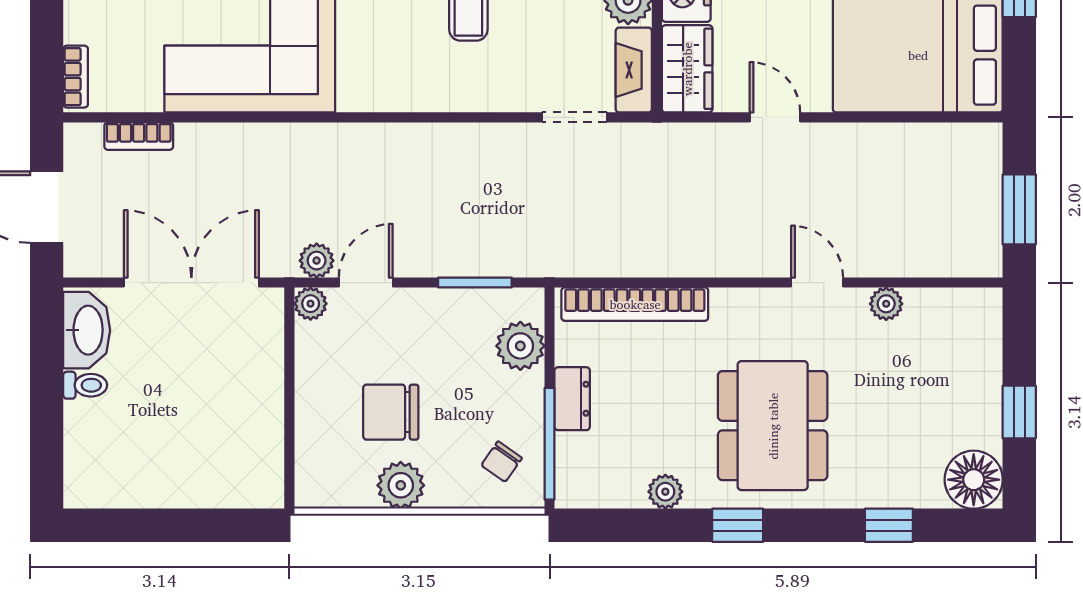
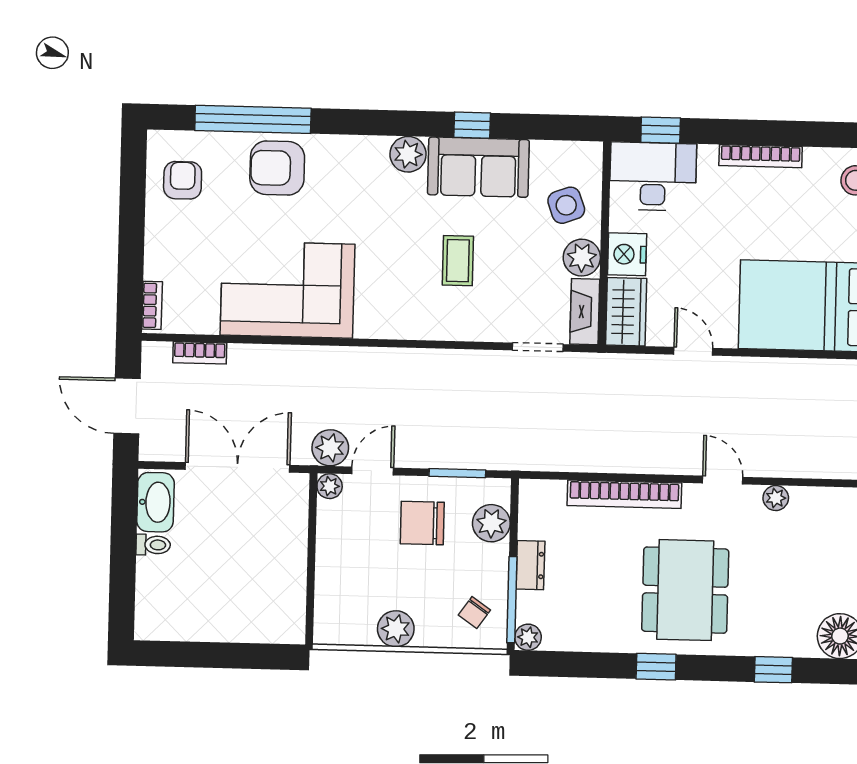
plant: (317, 261) -> (330, 448), width x1.38, depth x1.38
bookcase: (635, 304) -> (624, 494), moved
chair: (391, 412) -> (422, 523), moved
plant: (665, 492) -> (528, 637), moved

